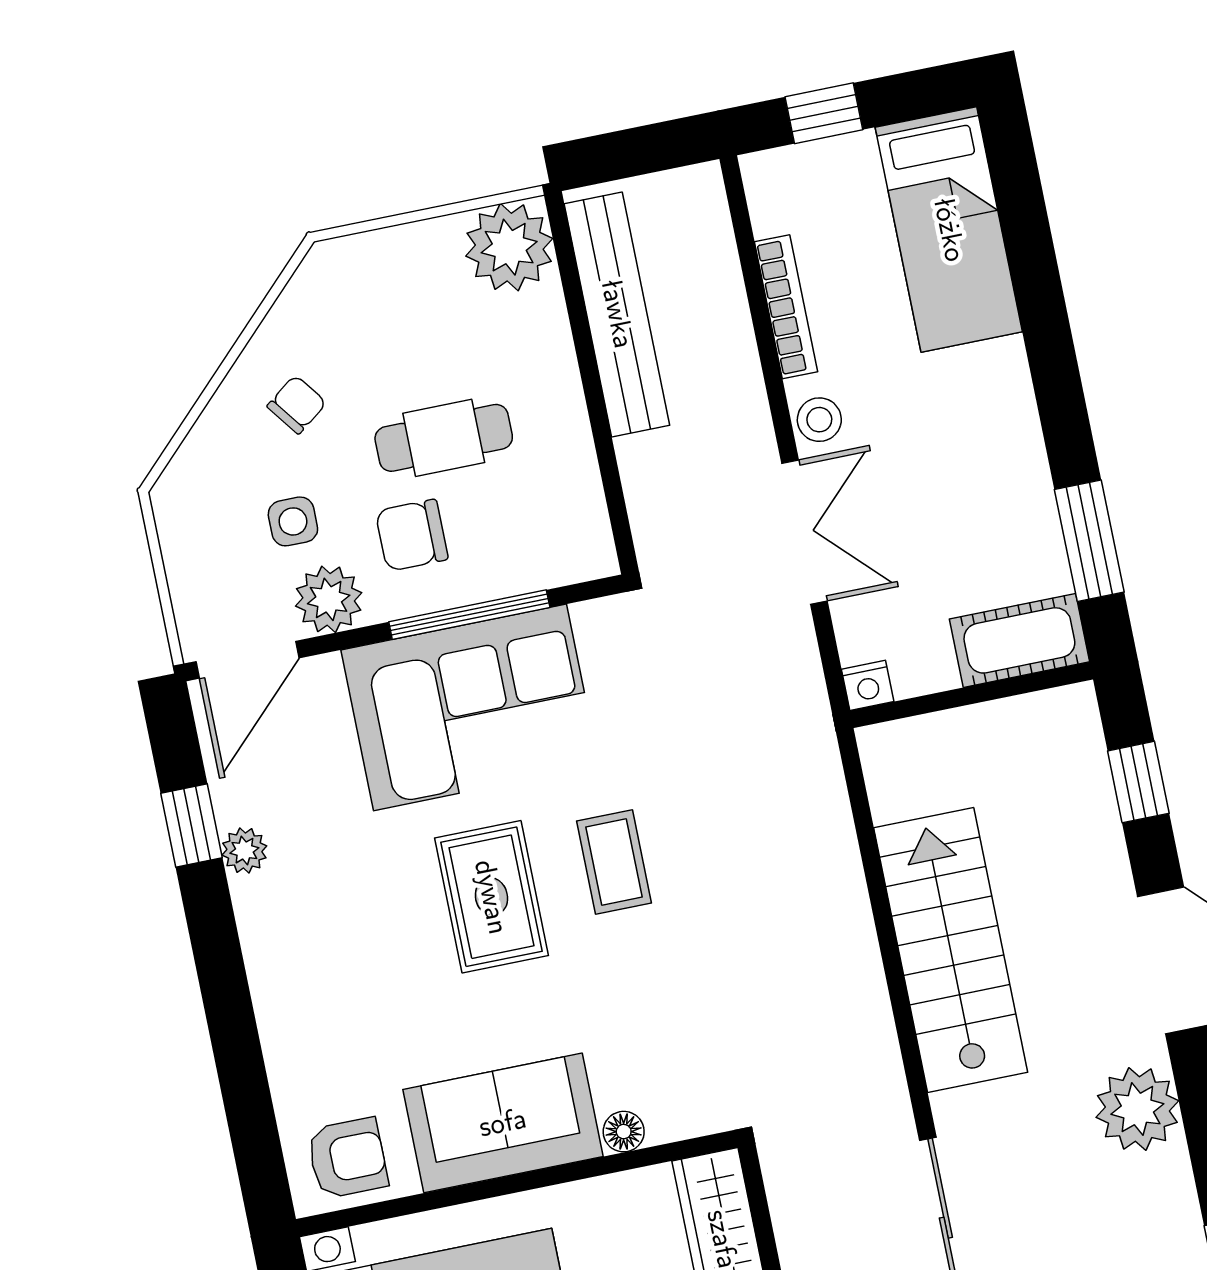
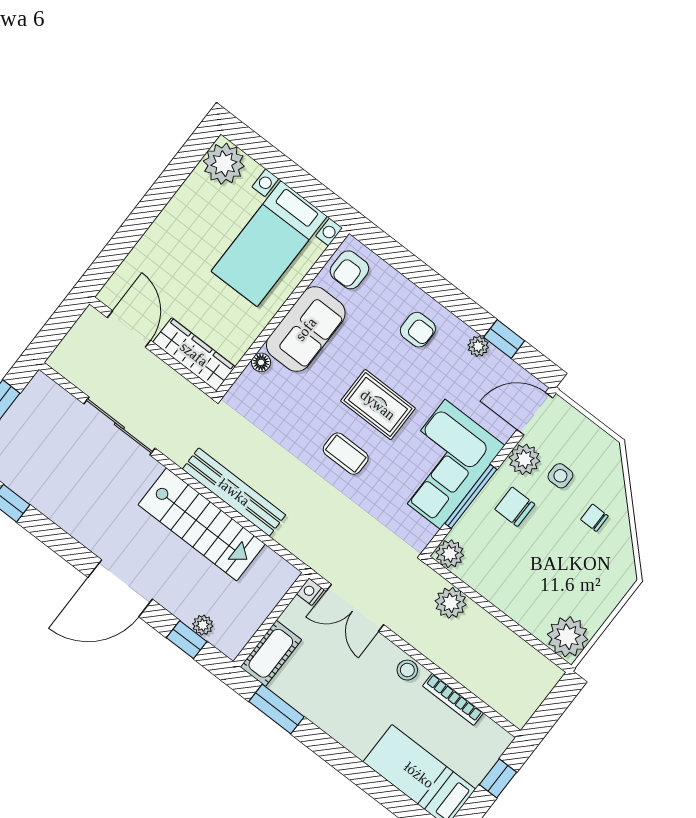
bench: (617, 314) -> (234, 492), moved
chair: (297, 405) -> (594, 518), turned 127
cafe table: (444, 438) -> (533, 550), removed
plant: (653, 469) -> (451, 603), added
double door: (804, 532) -> (355, 608), moved
chair: (412, 535) -> (515, 507), turned -90
plant: (585, 550) -> (450, 554), added
door: (247, 660) -> (535, 414), hinge flipped
armchair: (320, 963) -> (418, 330), added
plant: (1137, 1109) -> (203, 625), moved, width x0.53, depth x0.53

